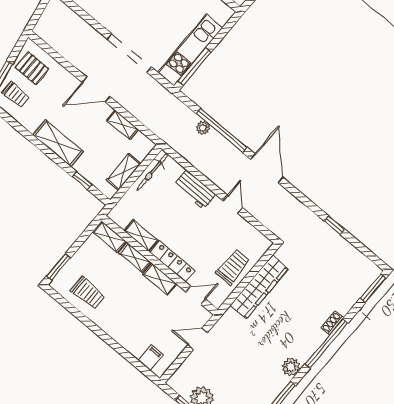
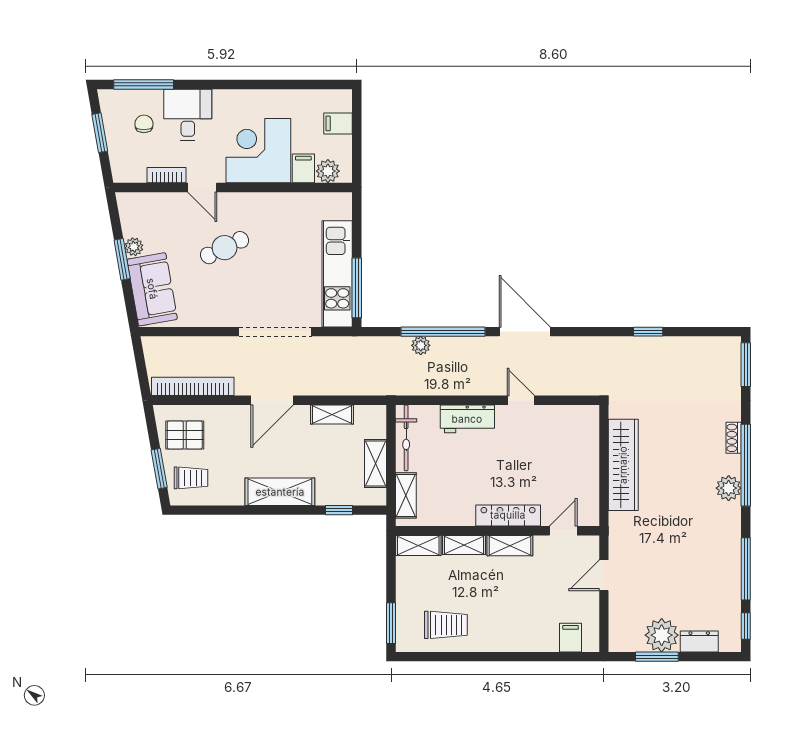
bookcase: (59, 45) -> (193, 386), added
shelving: (141, 236) -> (406, 495), moved, turned 90
trolley: (233, 267) -> (577, 467), removed
plant: (291, 367) -> (729, 488), moved

